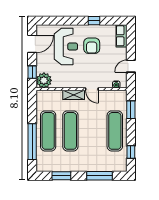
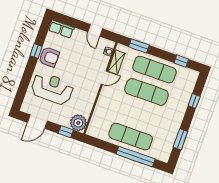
door: (32, 44) -> (37, 122), swing flipped
armchair: (92, 46) -> (49, 57), moved
shelving: (74, 95) -> (116, 62), moved
exercise mat: (70, 131) -> (147, 92), moved
window: (99, 176) -> (194, 101), width x0.46

